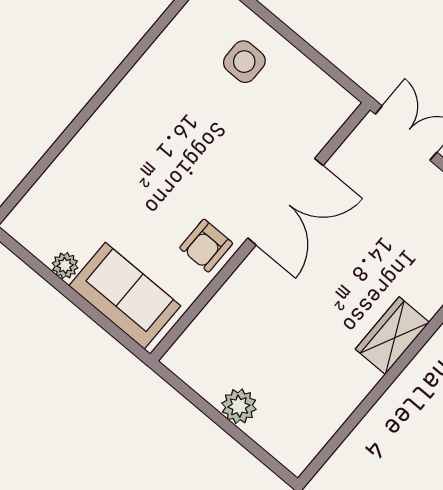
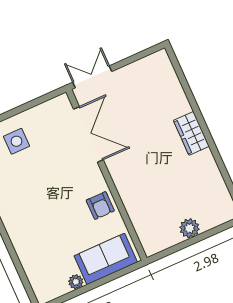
double door: (285, 202) -> (88, 134), moved

